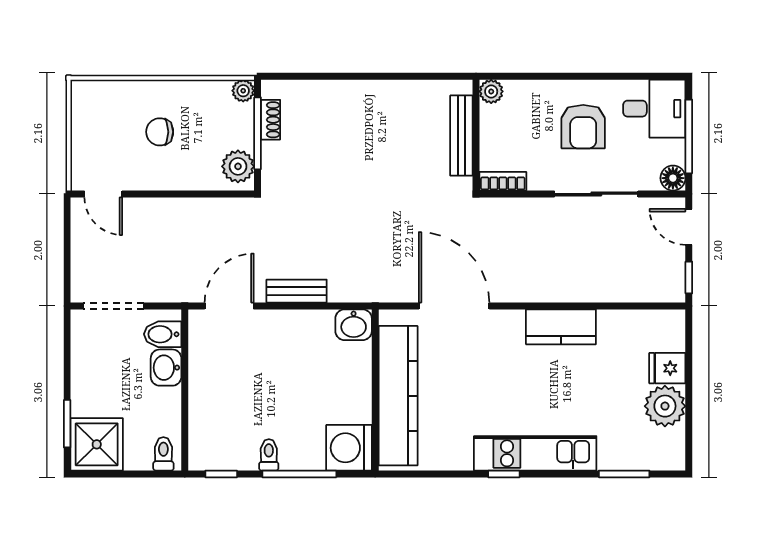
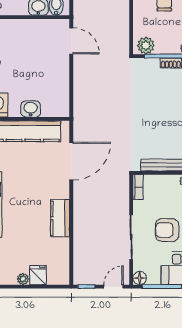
bench: (297, 291) -> (79, 77), removed
washbasin: (354, 325) -> (31, 109), moved, turned 90
plant: (665, 406) -> (23, 279), width x0.53, depth x0.53

